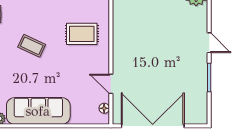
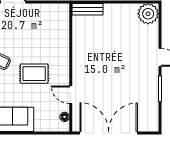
rug: (82, 34) -> (34, 74), moved

